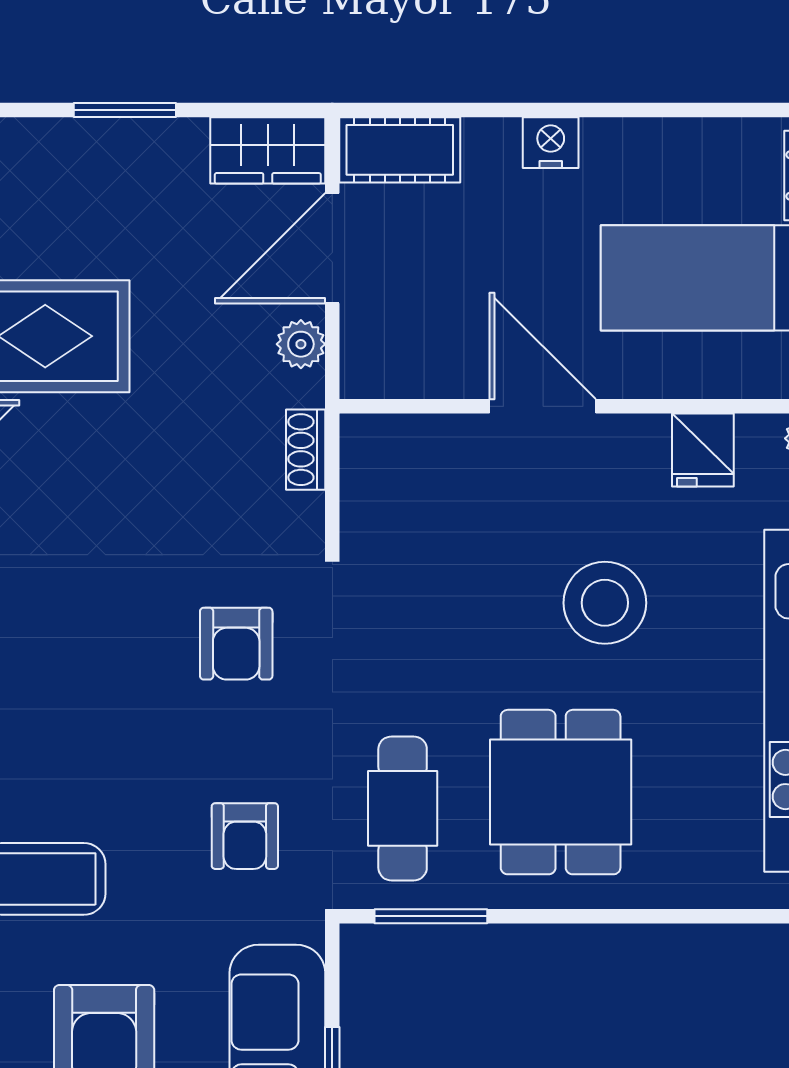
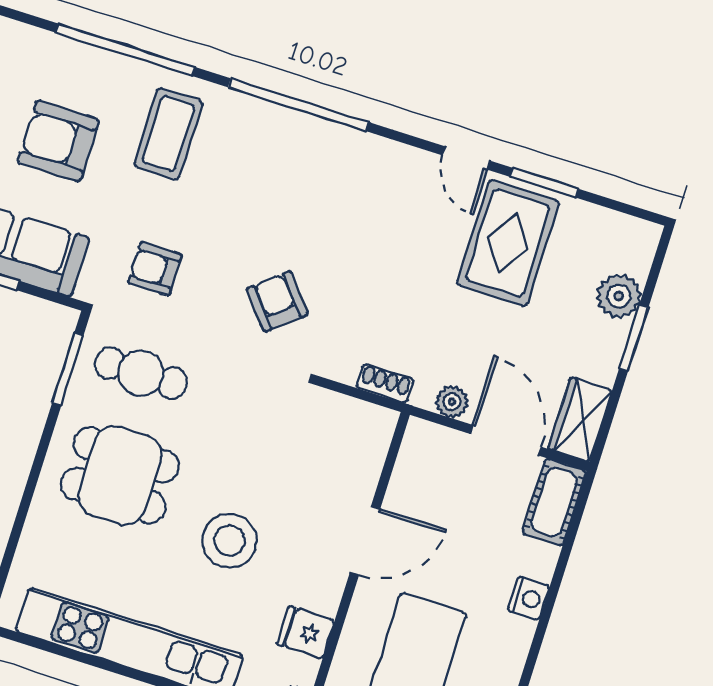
plant: (71, 151) -> (619, 296), added
armchair: (236, 644) -> (277, 302), turned 50

